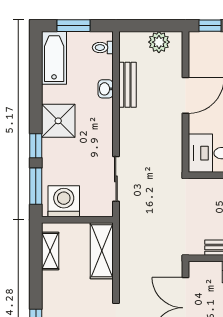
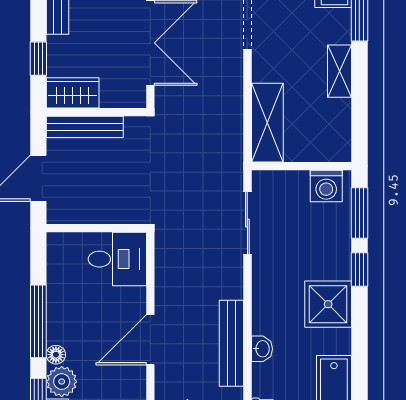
bench: (127, 85) -> (231, 343), width x1.36
washing machine: (64, 201) -> (326, 186), width x0.73, depth x0.73
shelving: (50, 251) -> (340, 71), moved

